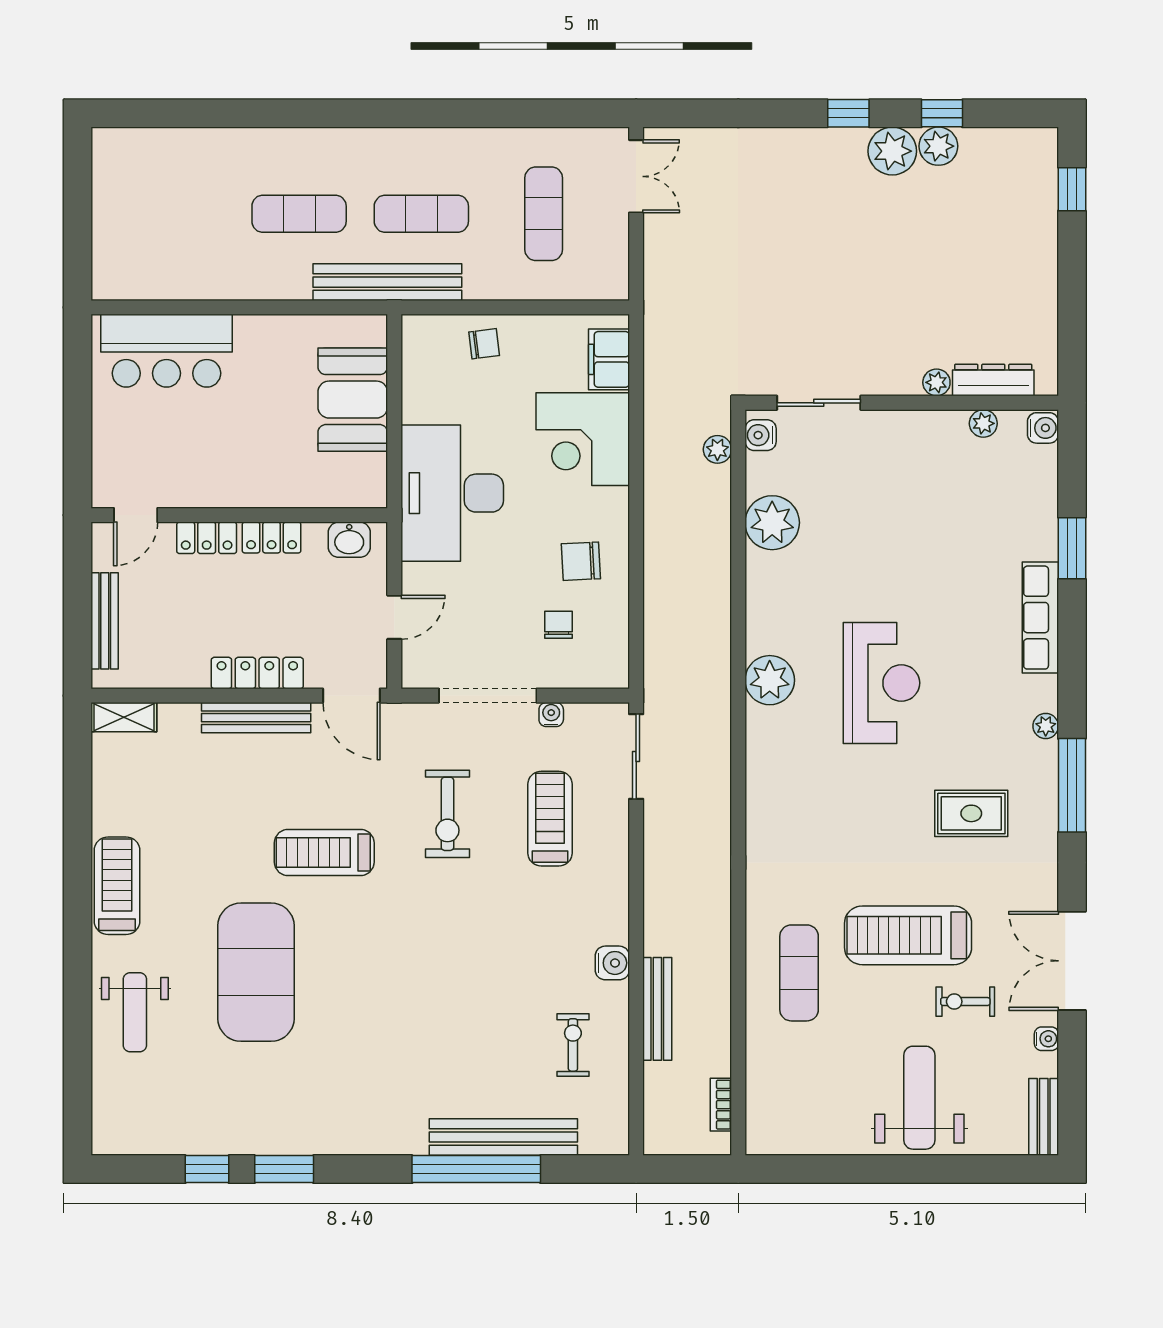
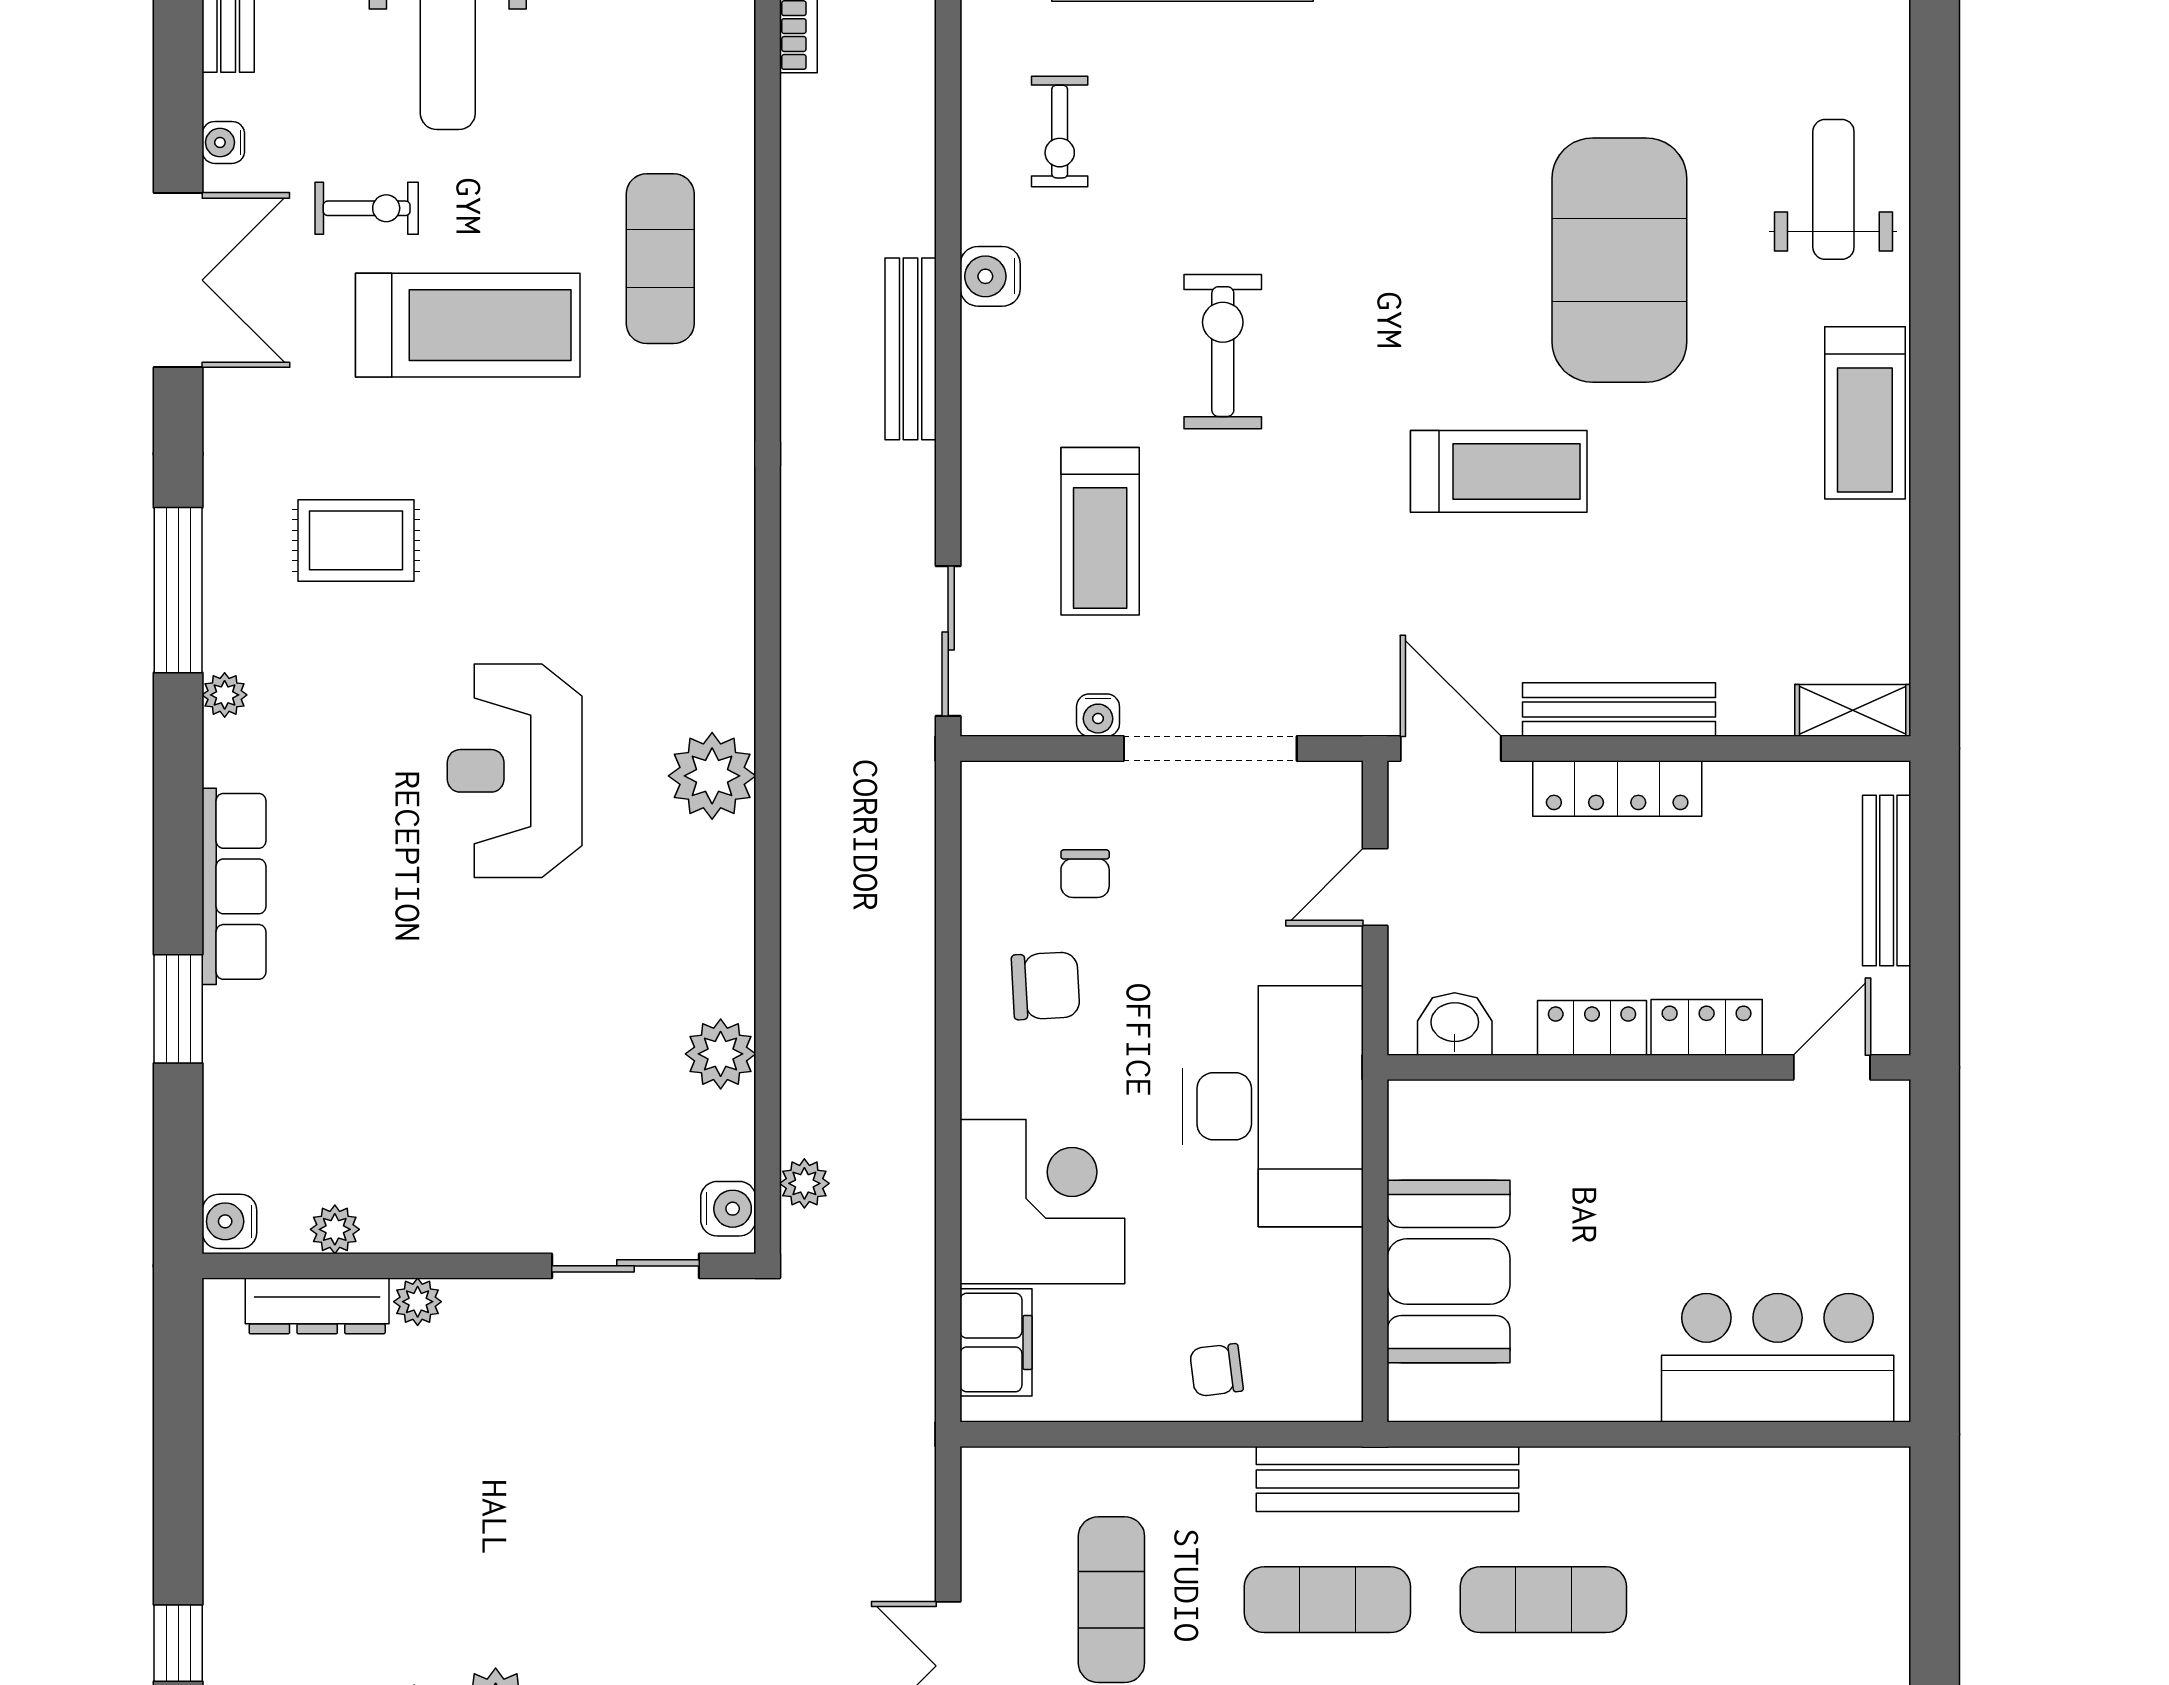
plant: (772, 523) -> (721, 1054), width x0.73, depth x0.73
exercise bike: (447, 814) -> (1223, 352), moved
bench: (657, 1009) -> (911, 349), moved

